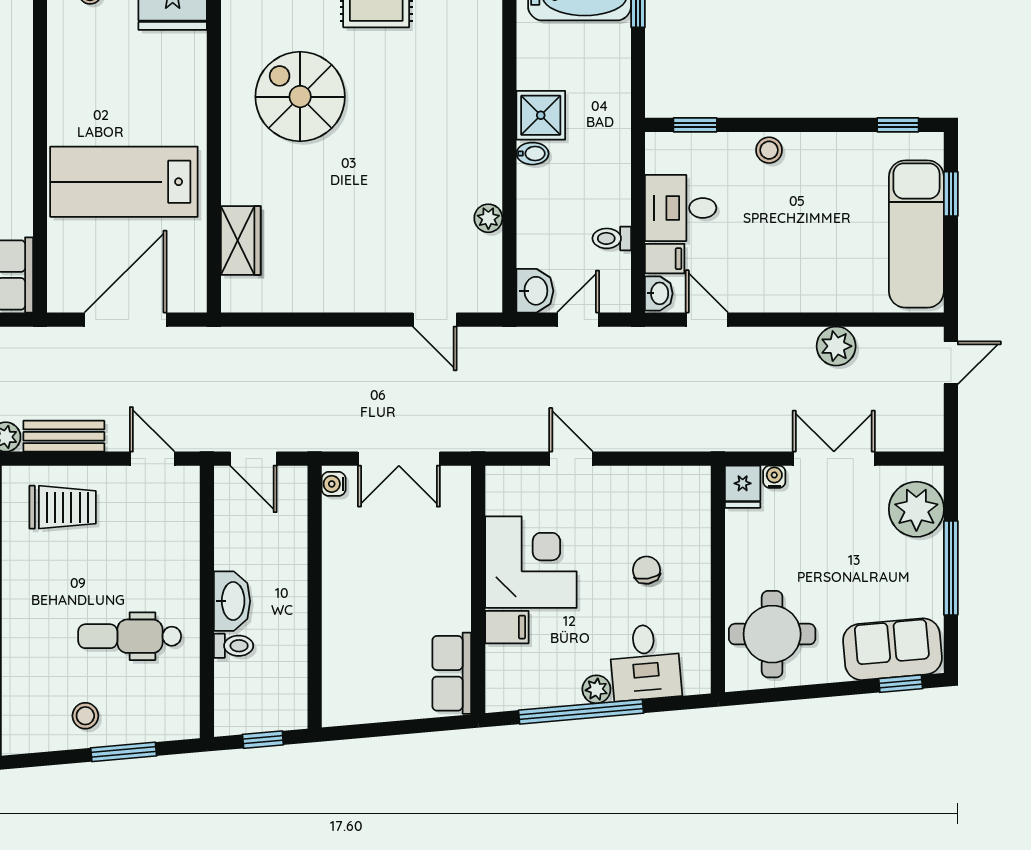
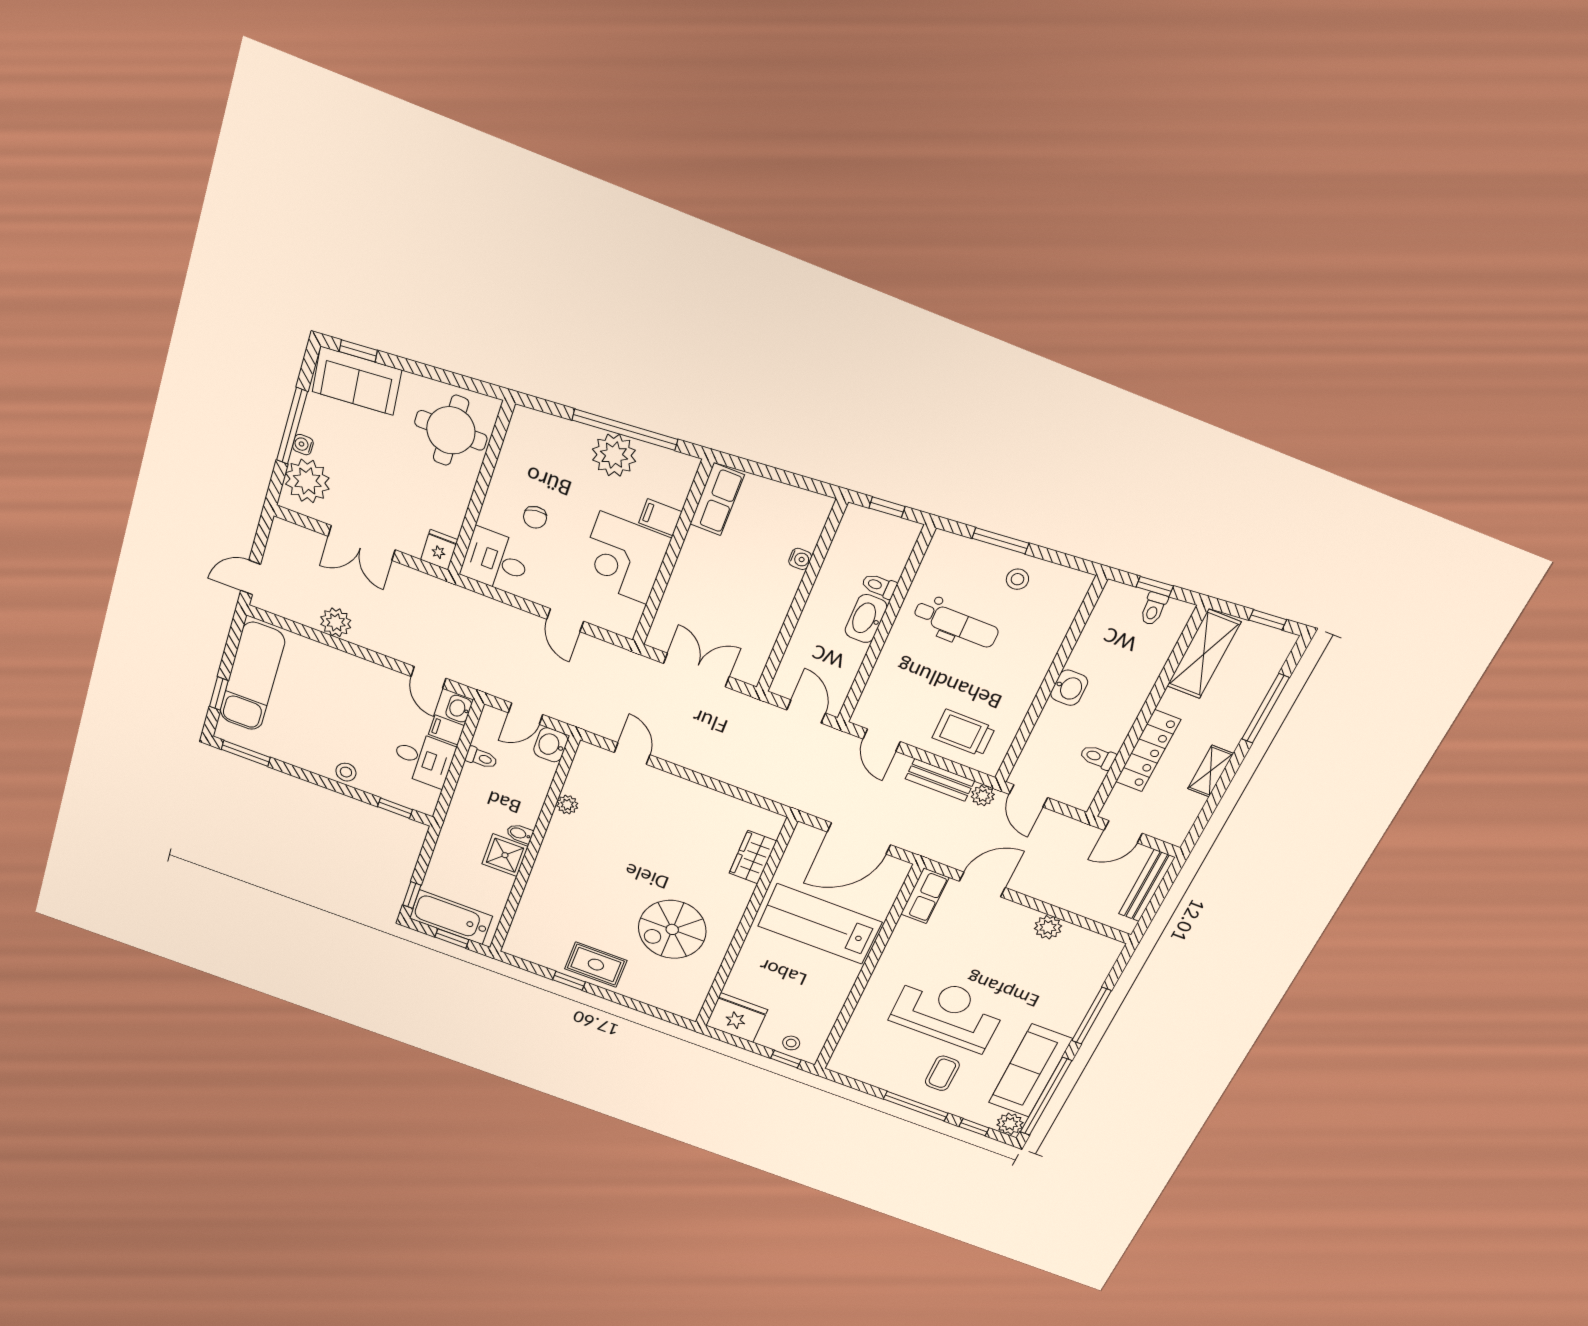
spiral stairs: (300, 97) -> (672, 929), turned 90
window: (898, 125) -> (246, 753), width x1.50
lab bench: (124, 182) -> (820, 924), turned 180
water cooler: (774, 477) -> (303, 445), moved, turned 90
water cooler: (334, 484) -> (800, 559), moved
desk: (645, 662) -> (496, 561), moved, turned -85
plant: (596, 689) -> (614, 455), width x1.88, depth x1.88

